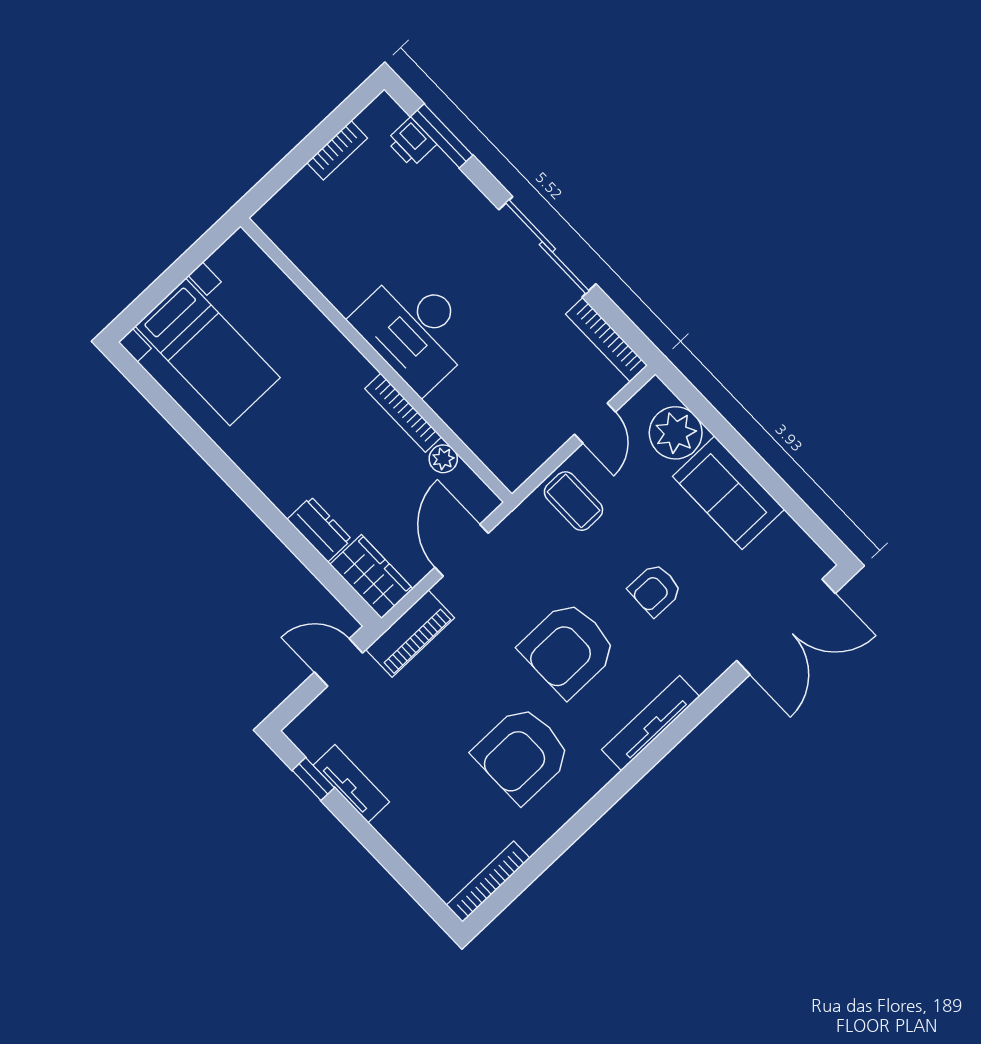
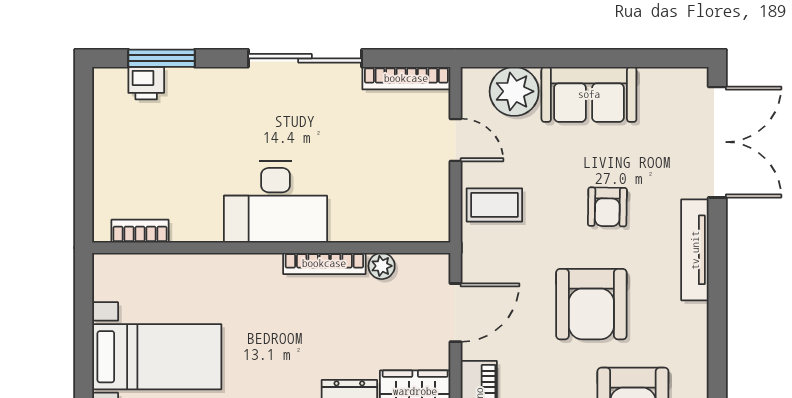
bookcase: (337, 150) -> (140, 231), moved, turned -90
door: (462, 550) -> (456, 313), swing flipped
tv unit: (651, 723) -> (695, 250), moved

